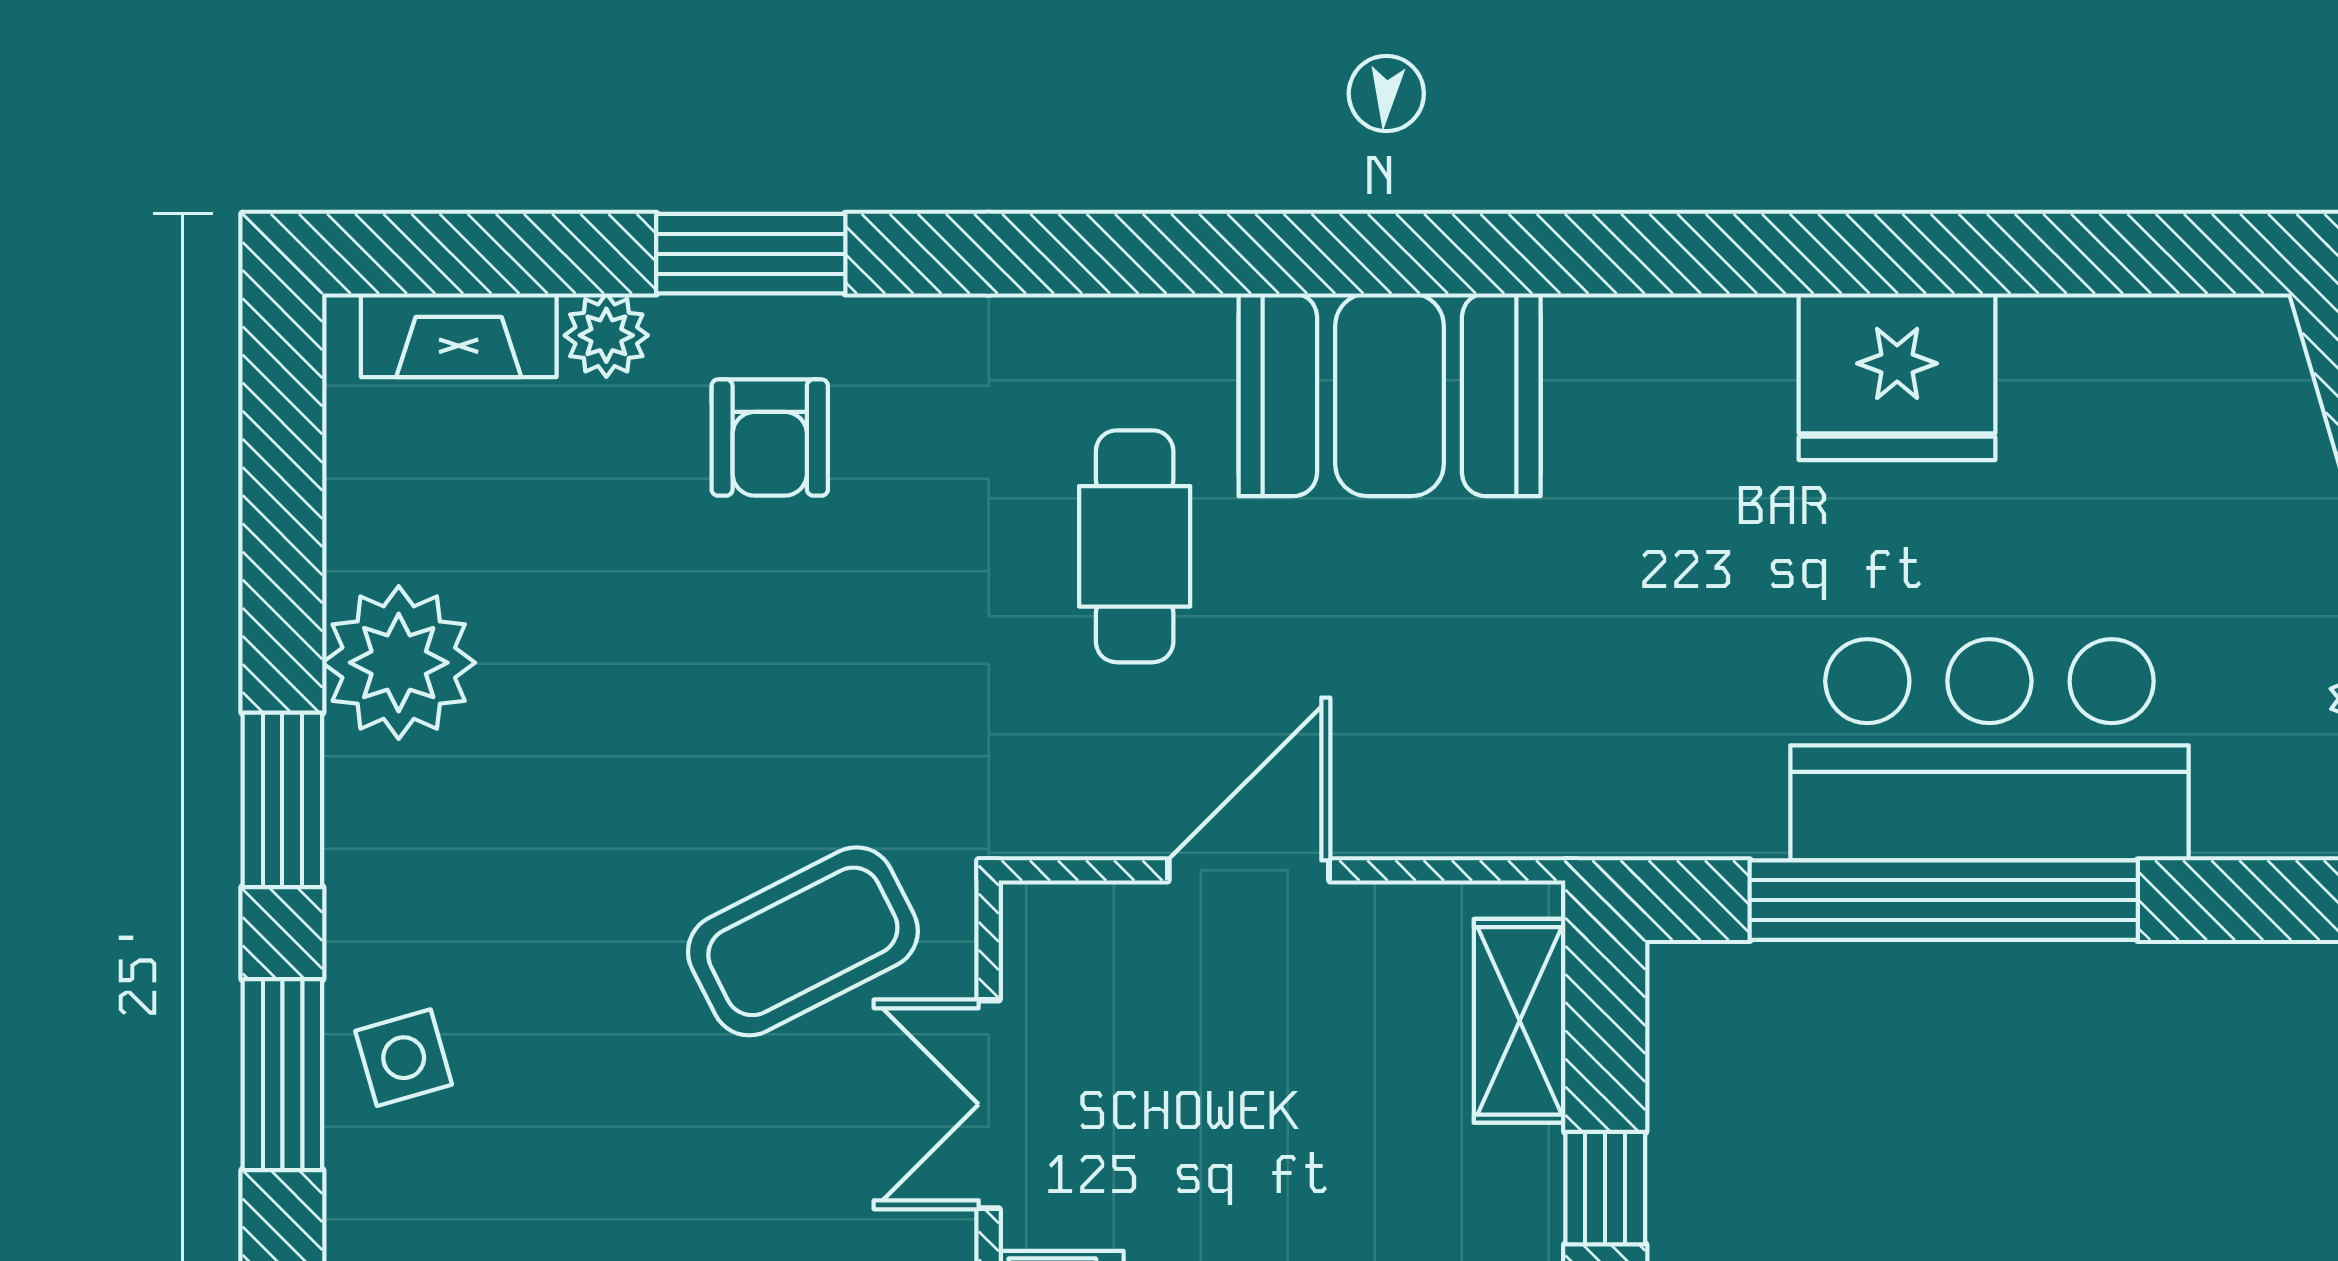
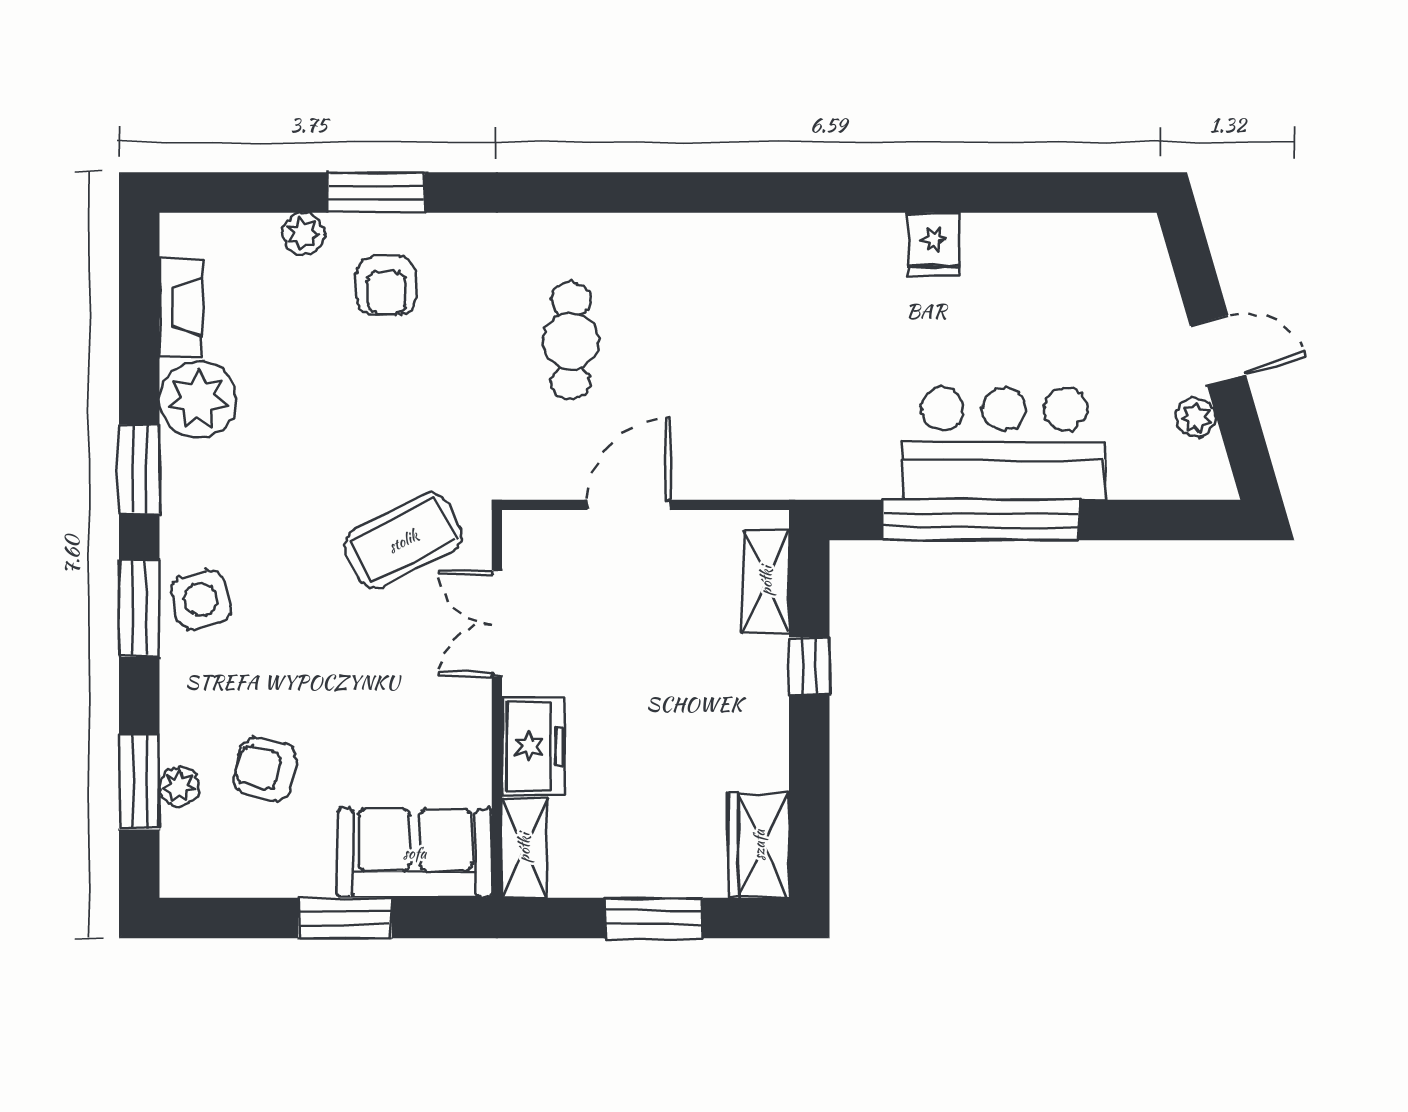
fireplace: (459, 335) -> (181, 307), moved, turned -90
fridge: (1897, 377) -> (934, 244), width x0.53, depth x0.75
booth: (1390, 395) -> (700, 264), removed
side table: (404, 1058) -> (201, 600), width x1.37, depth x1.37

